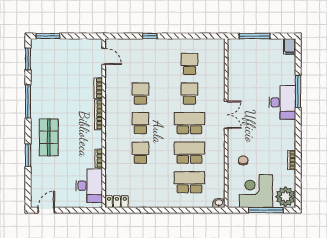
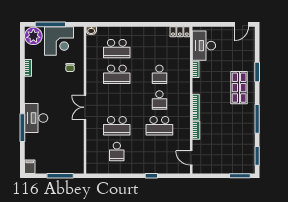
school desk: (140, 93) -> (159, 126), width x1.85
school desk: (189, 93) -> (117, 126), width x1.85
school desk: (189, 123) -> (117, 100), removed

